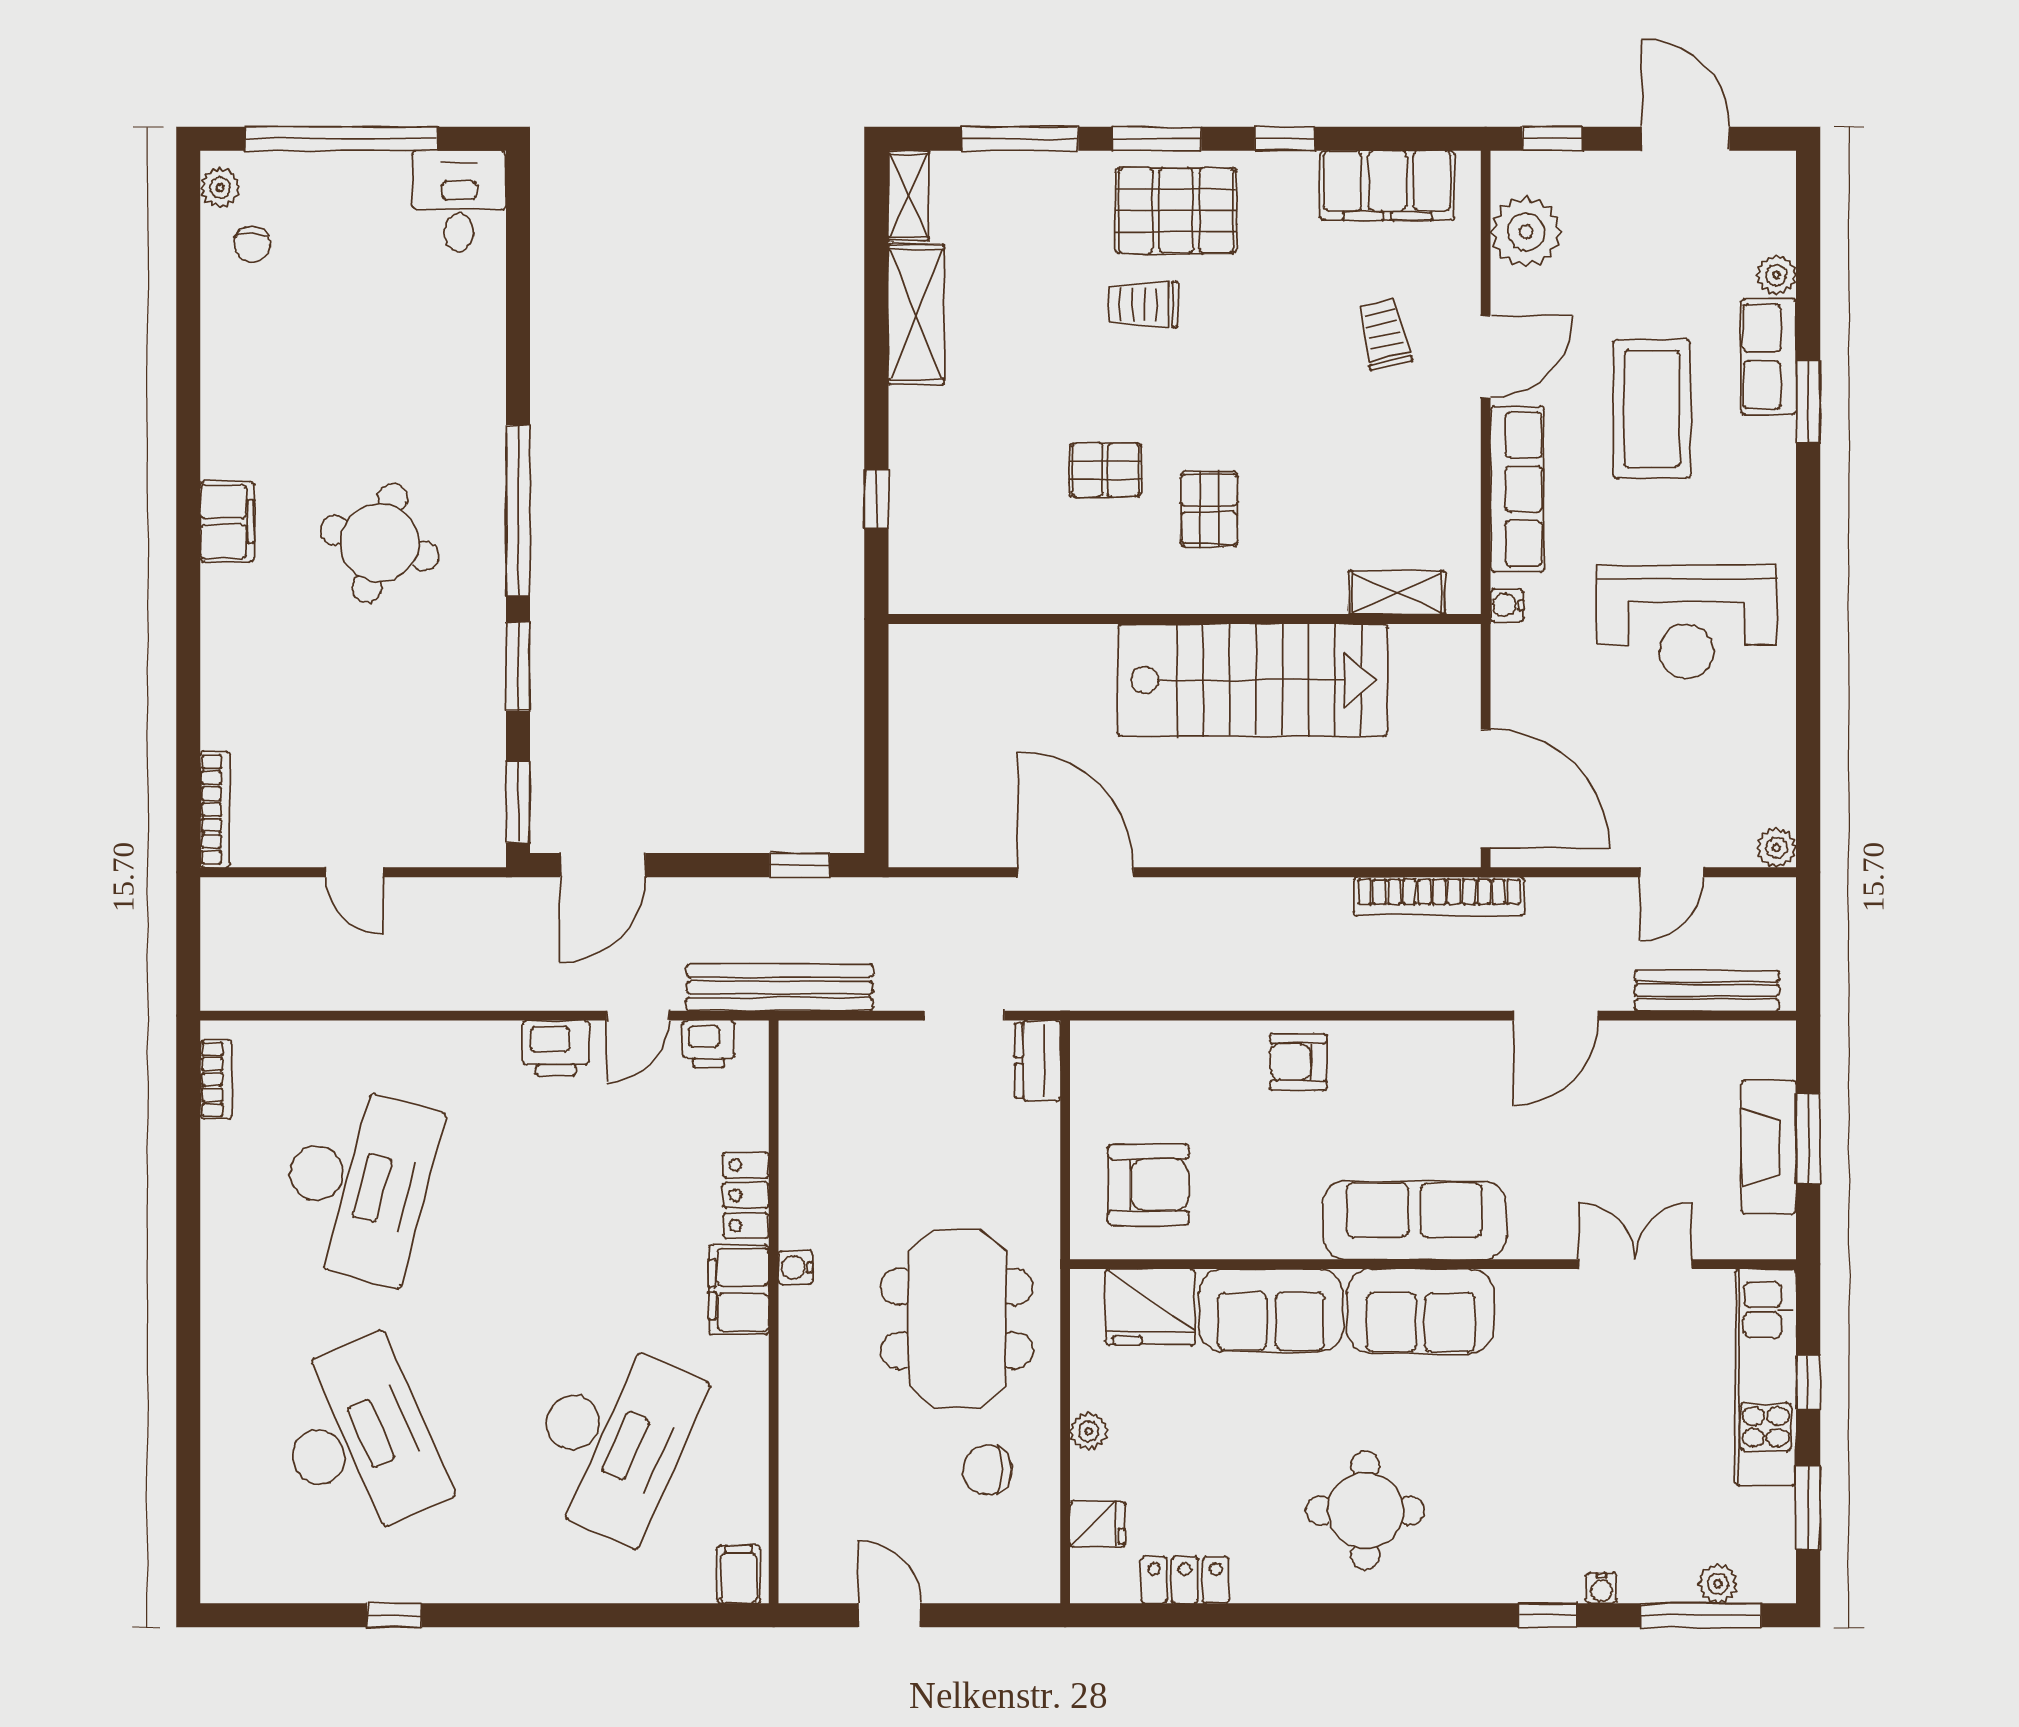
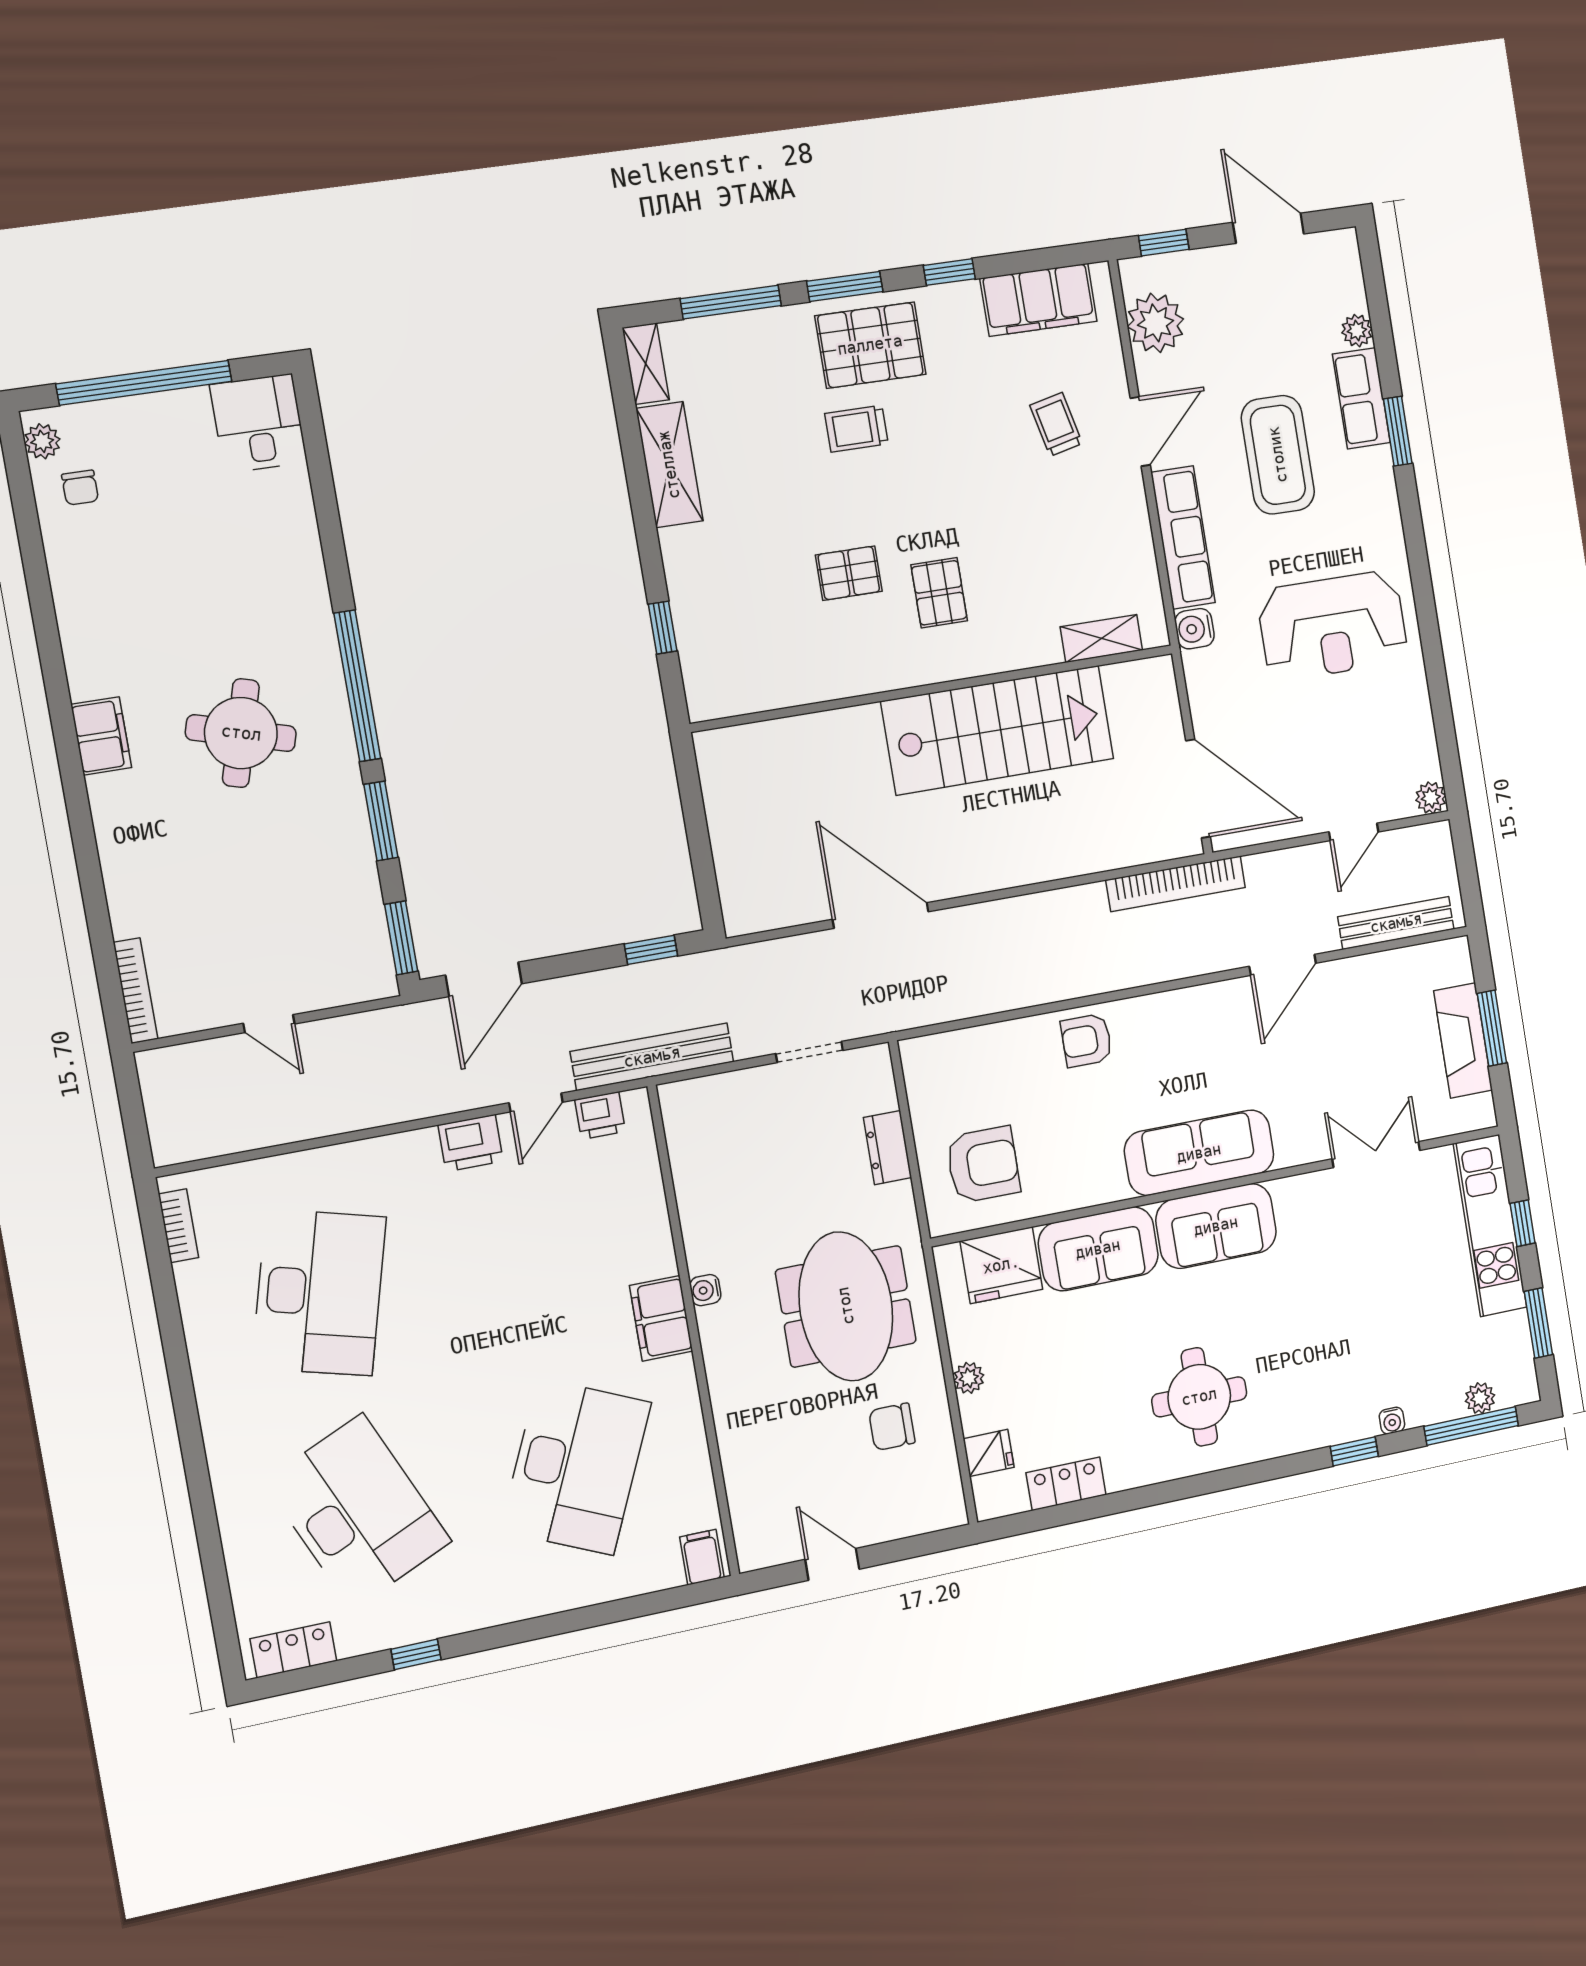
water cooler: (1507, 605) -> (1195, 629), width x1.38, depth x1.38
dresser: (1038, 1061) -> (888, 1148), moved
locker: (746, 1195) -> (293, 1650), moved, turned 90

